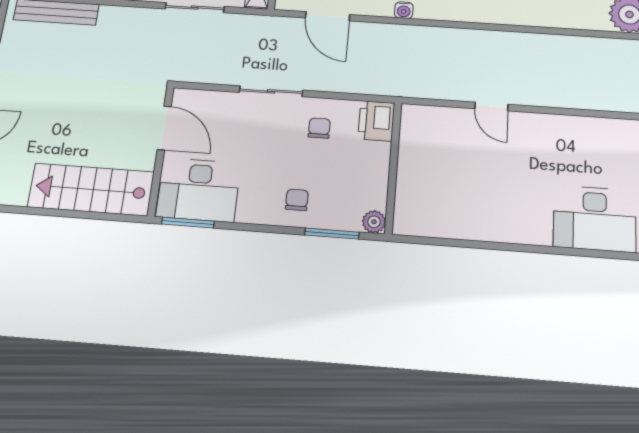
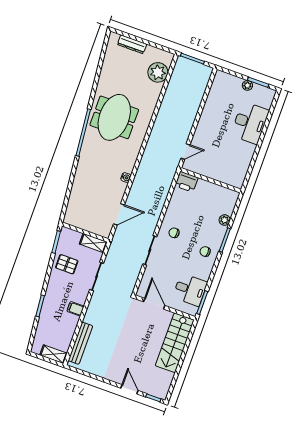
printer: (376, 121) -> (186, 182), moved
door: (164, 128) -> (154, 304), hinge flipped
wall: (393, 167) -> (211, 180), moved
desk: (199, 190) -> (190, 290), width x0.73

